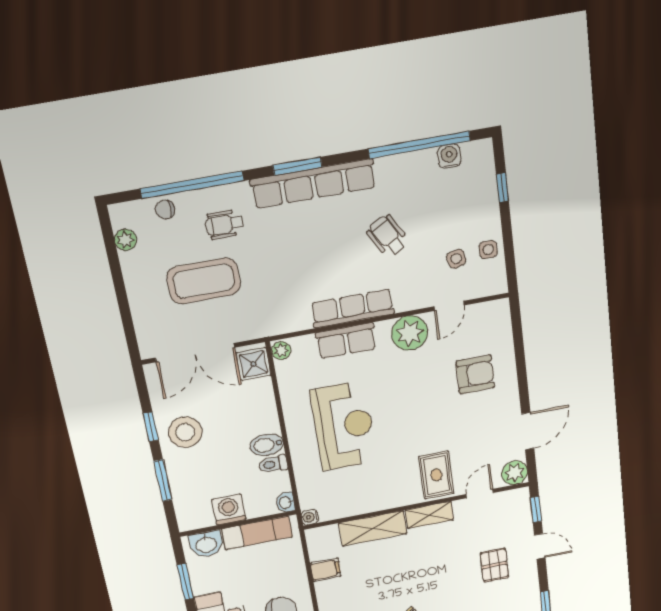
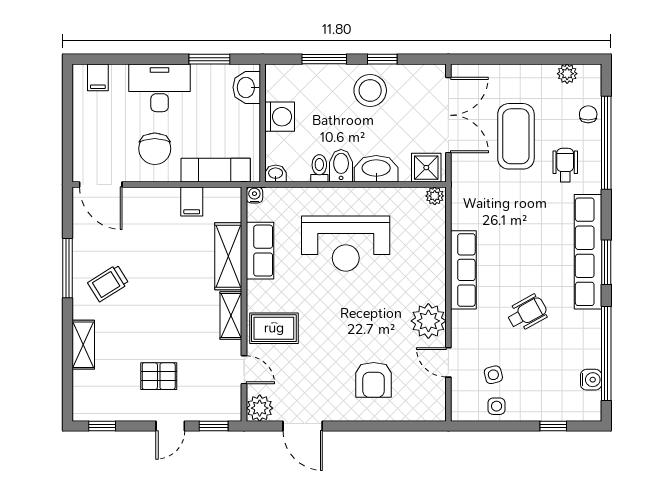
window: (298, 166) -> (606, 262), moved
row of seats: (346, 341) -> (260, 251), moved, turned 180
double door: (195, 353) -> (448, 115), swing flipped
washbasin: (264, 412) -> (376, 169), added
exam couch: (257, 533) -> (216, 170), moved, turned 90

